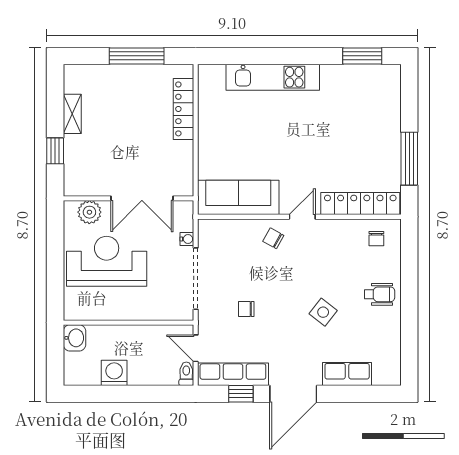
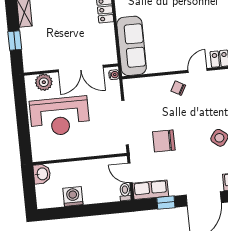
sofa: (238, 197) -> (132, 46), moved, turned 90
water cooler: (187, 239) -> (114, 75), moved
reception desk: (107, 261) -> (60, 116), turned 180
chair: (246, 309) -> (164, 141), width x1.87, depth x1.87
row of seats: (233, 374) -> (151, 190), width x0.68

